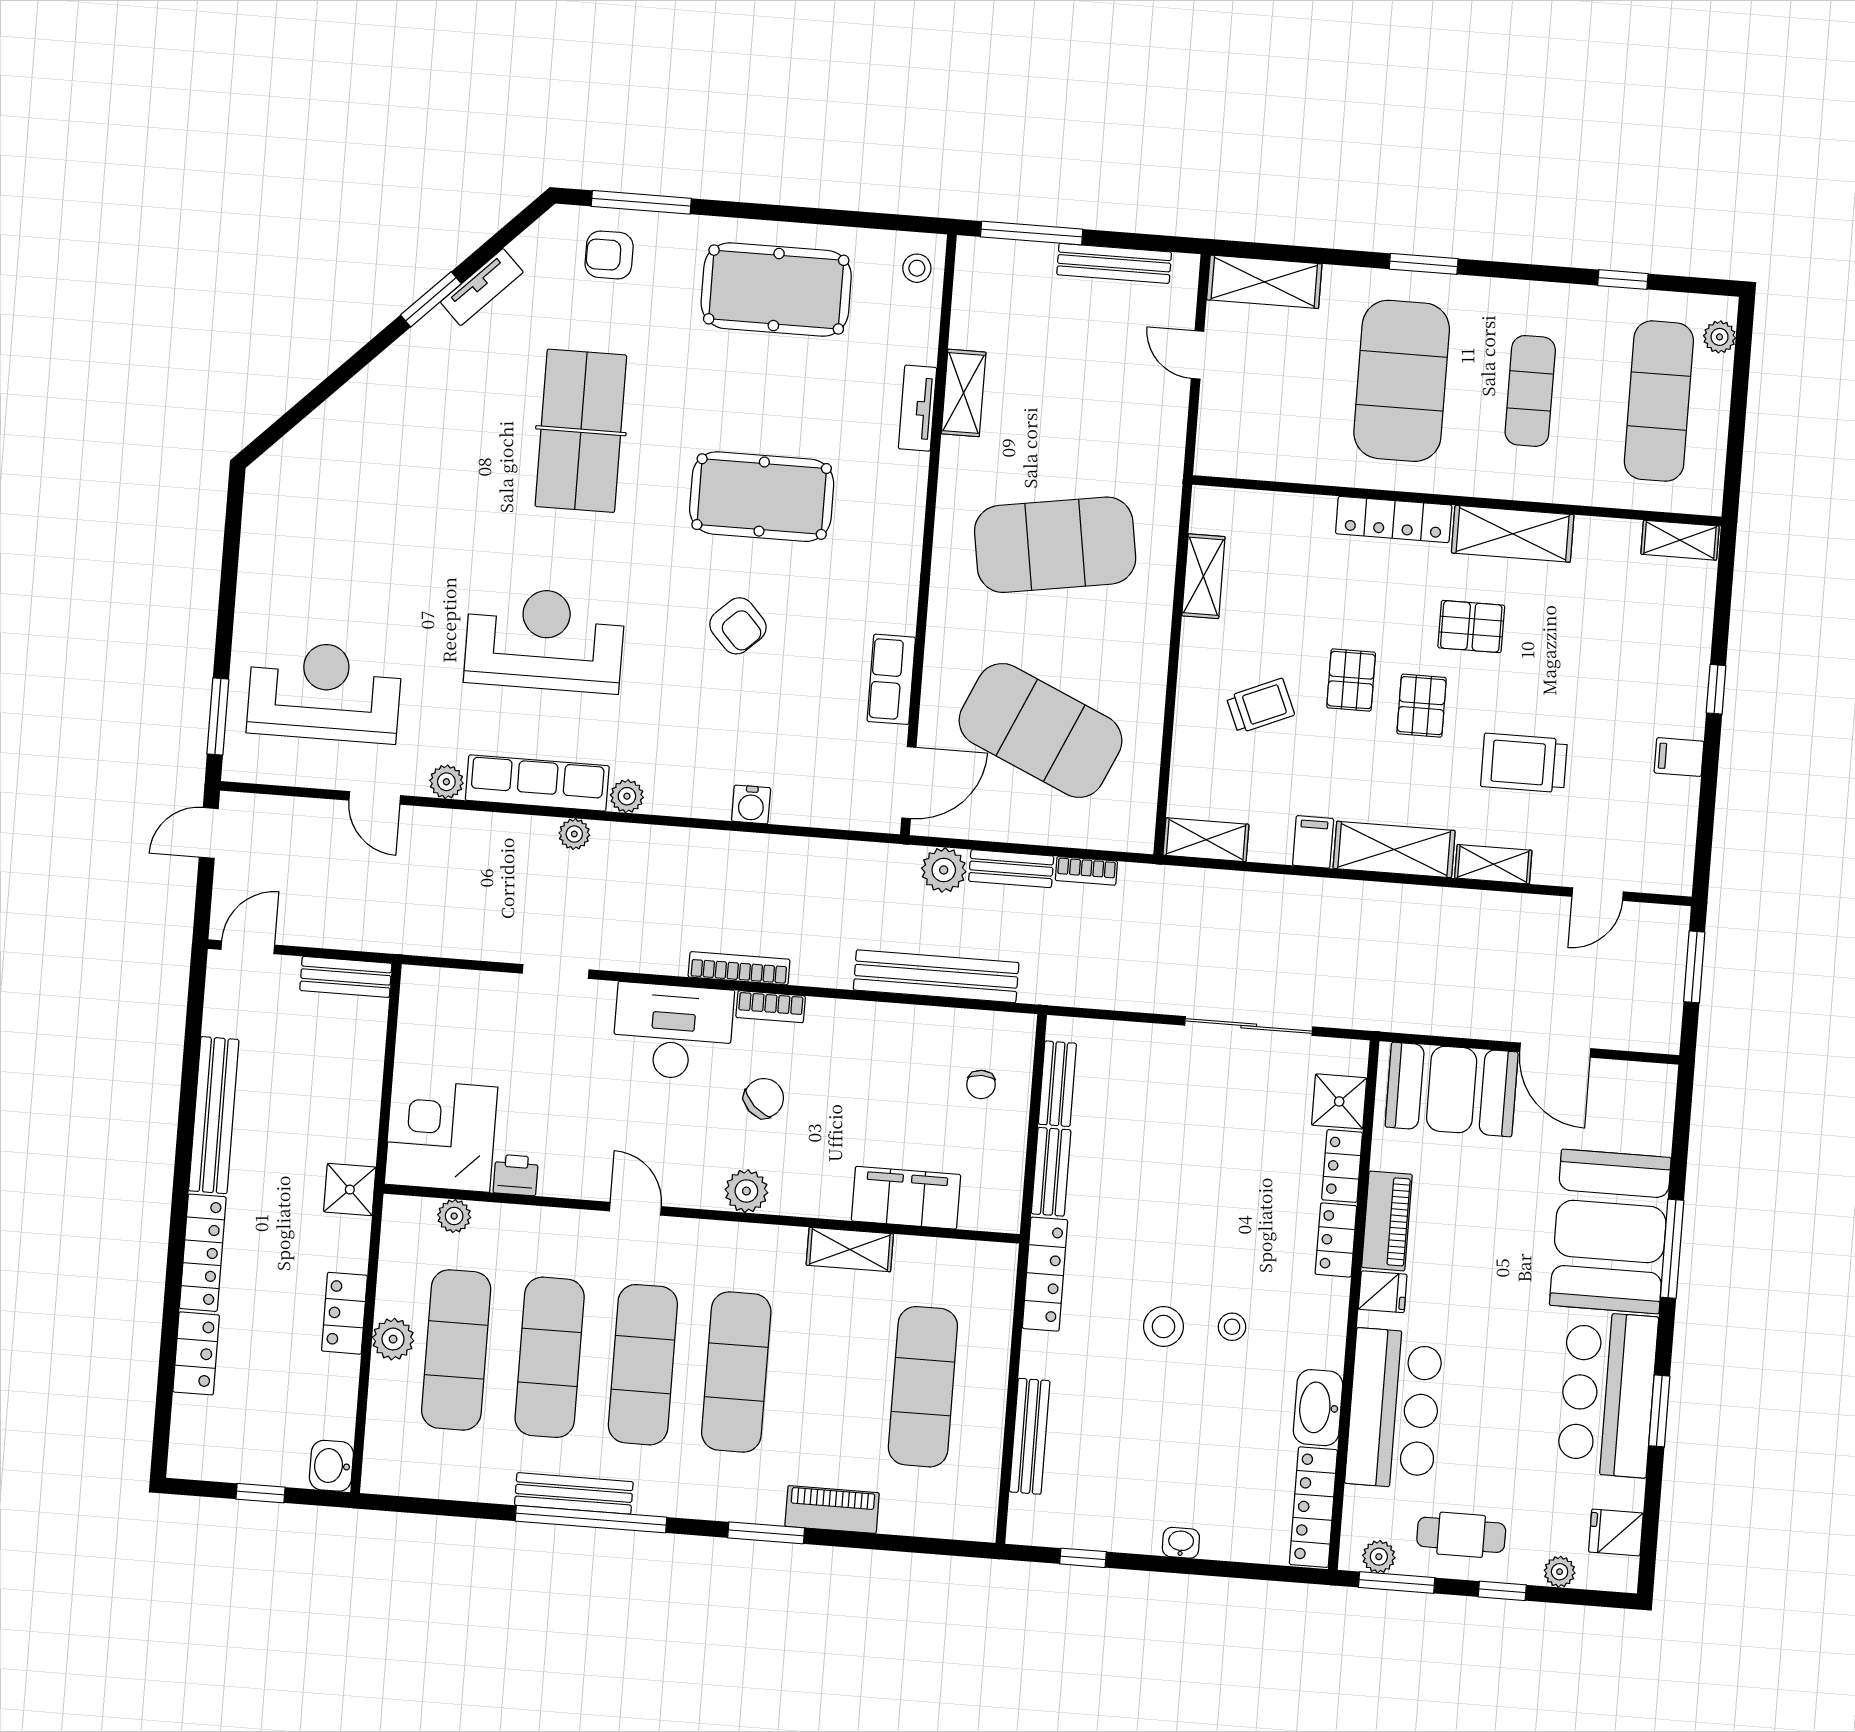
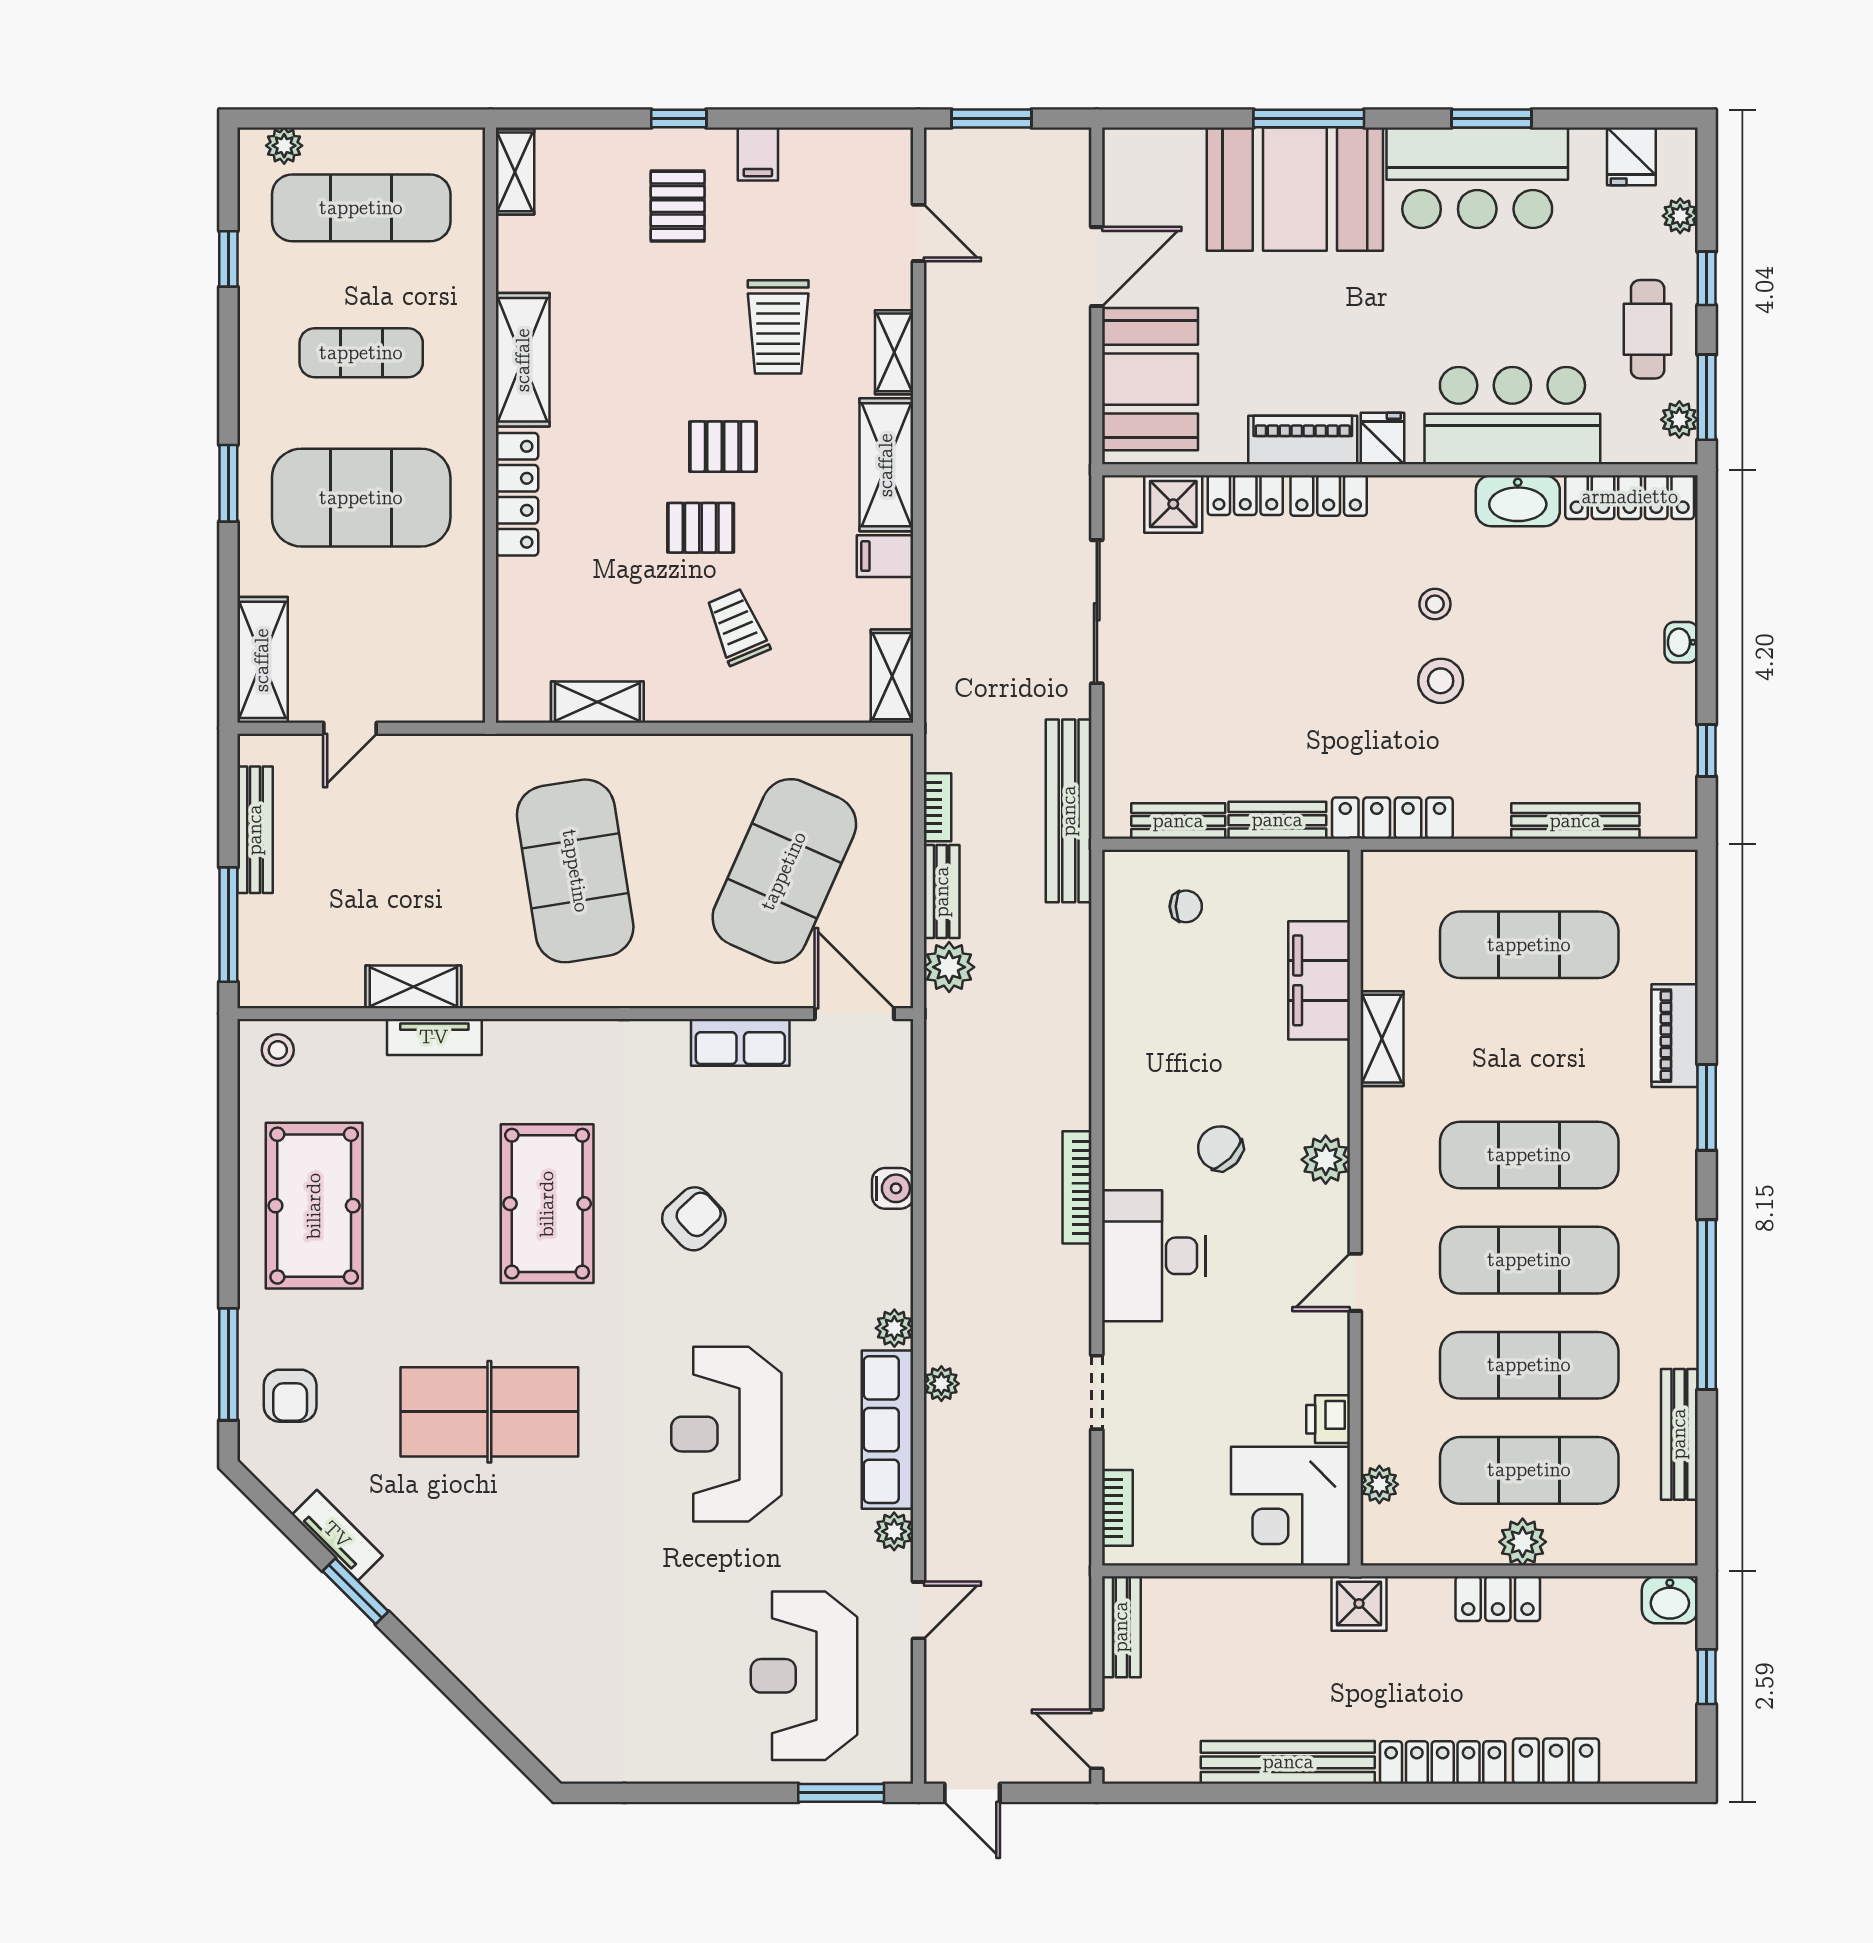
pallet: (1471, 627) -> (678, 206), moved
bench: (936, 976) -> (1069, 811), moved
bookcase: (771, 1007) -> (1117, 1508), moved
bench: (574, 1493) -> (1679, 1434), moved

